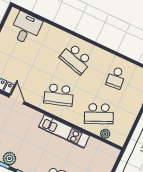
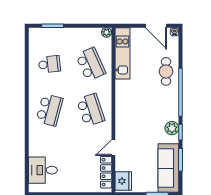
kitchen unit: (64, 131) -> (122, 53), moved
plant: (105, 134) -> (107, 32), moved

